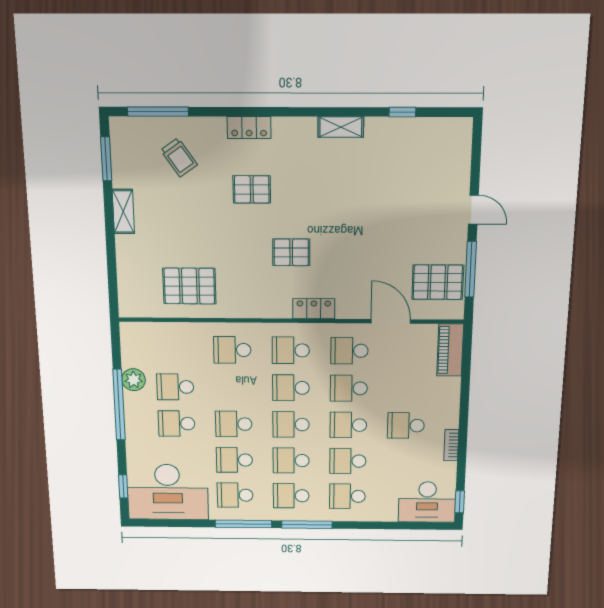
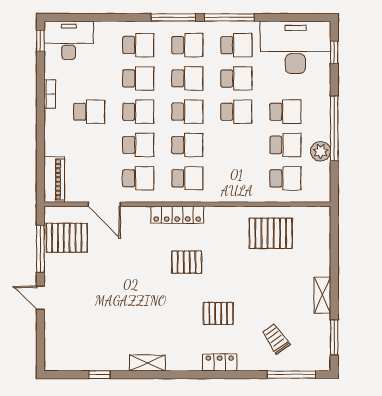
locker: (314, 309) -> (177, 215), width x1.53
school desk: (232, 350) -> (285, 178), moved

